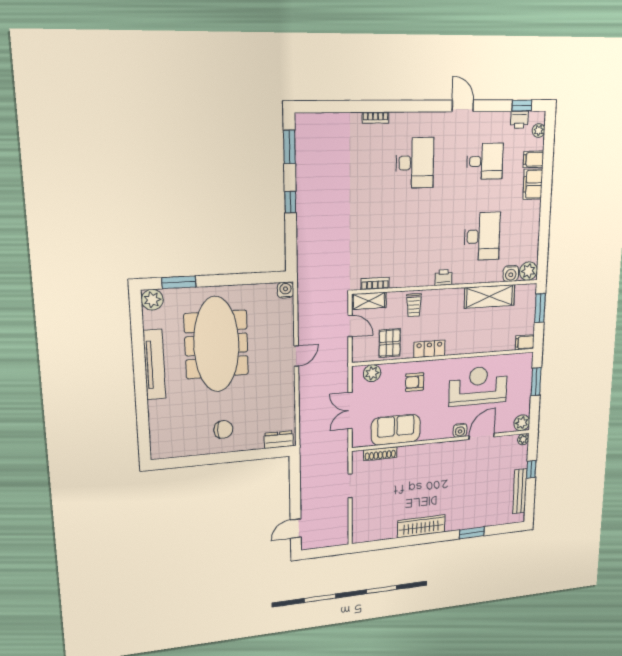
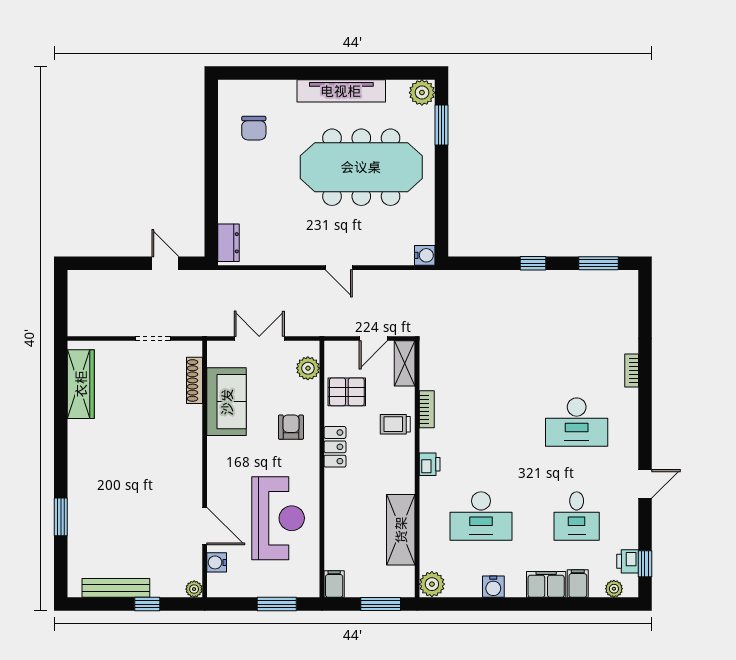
water cooler: (511, 273) -> (493, 587), moved, turned -90
bookcase: (375, 283) -> (427, 409), moved
plant: (522, 423) -> (219, 586), removed
chair: (223, 429) -> (254, 128), moved
water cooler: (460, 430) -> (217, 562), moved
wardrobe: (421, 526) -> (81, 384), moved
door: (296, 529) -> (165, 263), moved

